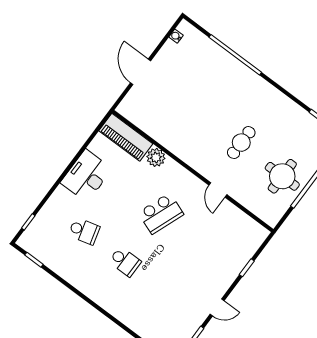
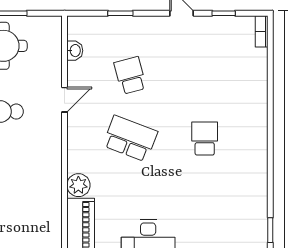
washbasin: (245, 220) -> (75, 51), added
school desk: (84, 231) -> (130, 75), moved

